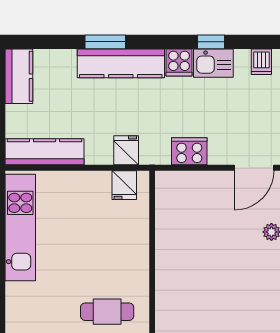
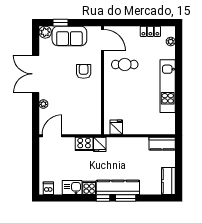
window: (211, 42) -> (103, 198), moved
fridge: (126, 150) -> (100, 144), moved
kitchen counter: (45, 152) -> (162, 144), width x0.67
kitchen unit: (20, 227) -> (168, 86), moved
armchair: (190, 298) -> (84, 71), added

